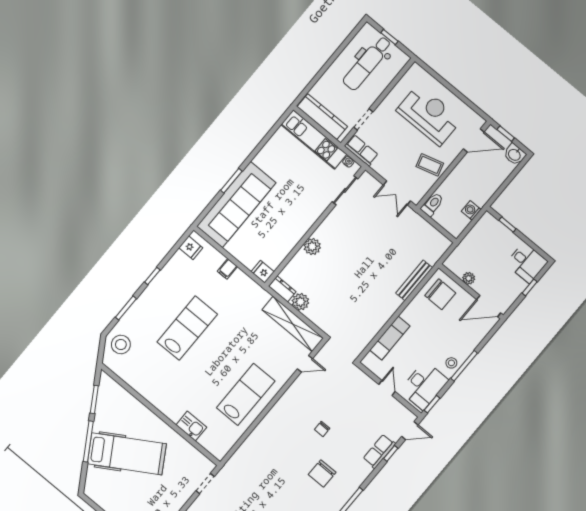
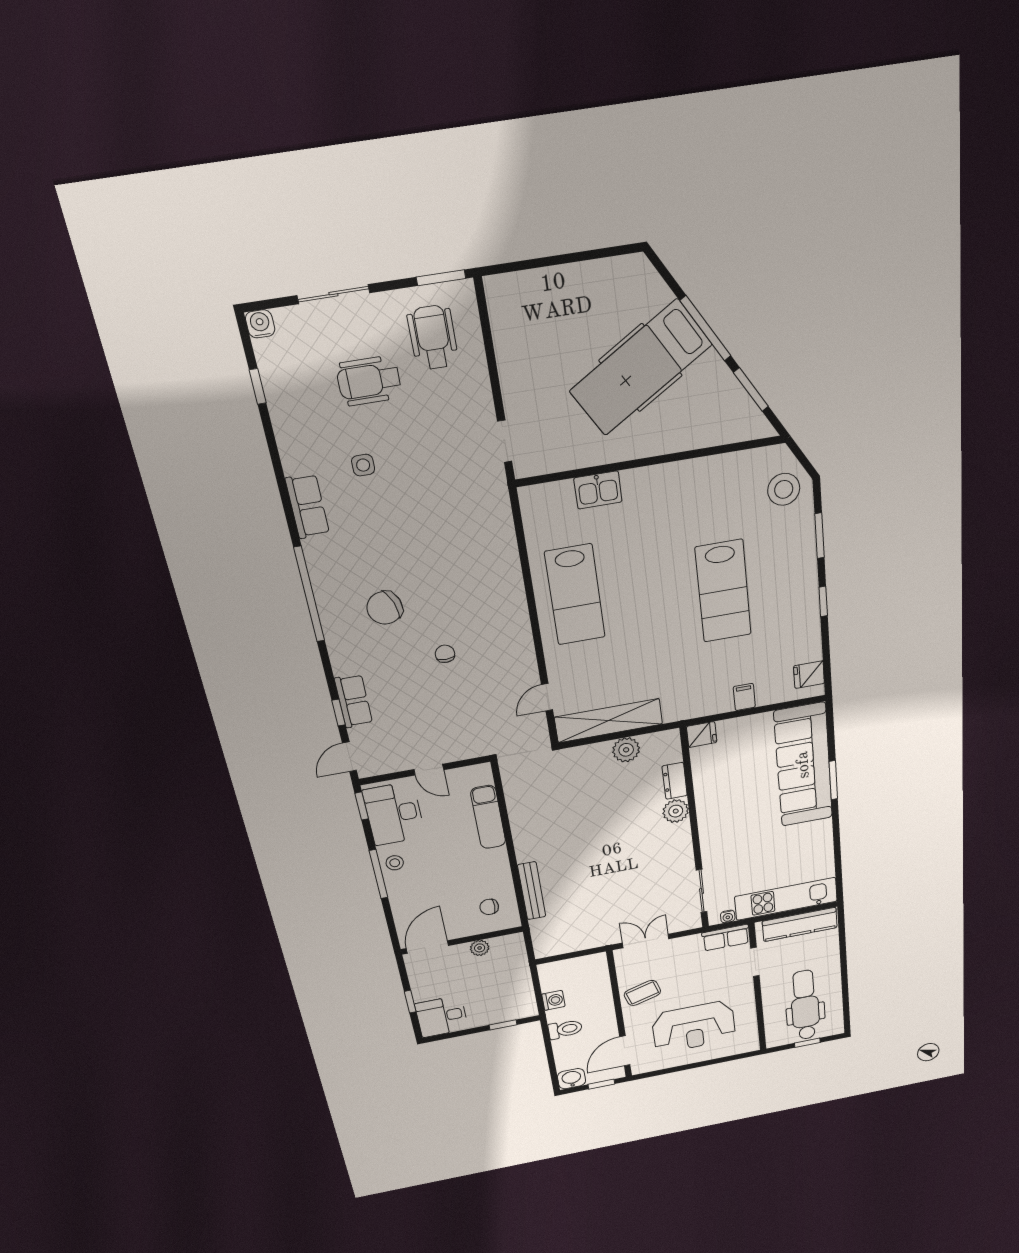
toilet: (432, 204) -> (565, 1029), moved, turned -90
dresser: (282, 289) -> (675, 781), moved, turned 90
chair: (440, 294) -> (489, 907), width x0.54, depth x0.54
chair: (322, 473) -> (385, 608), turned -110

